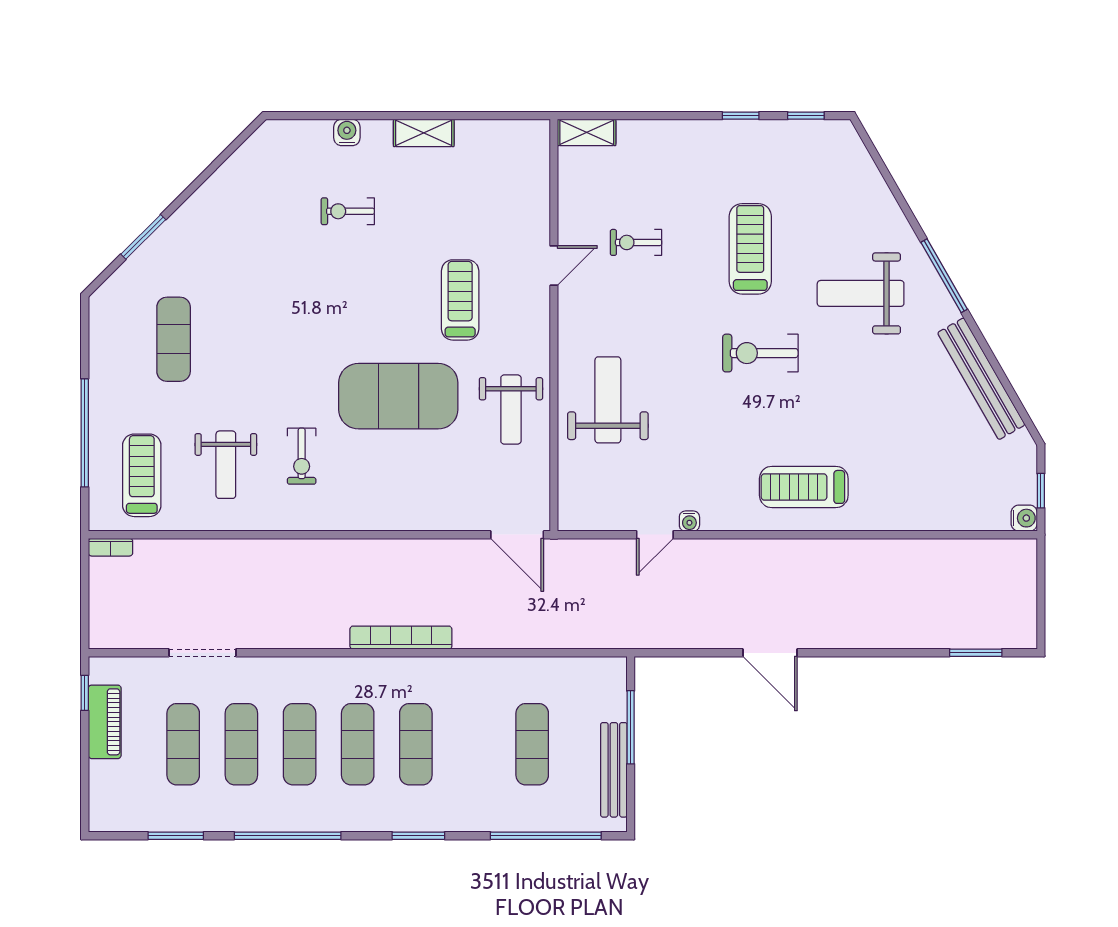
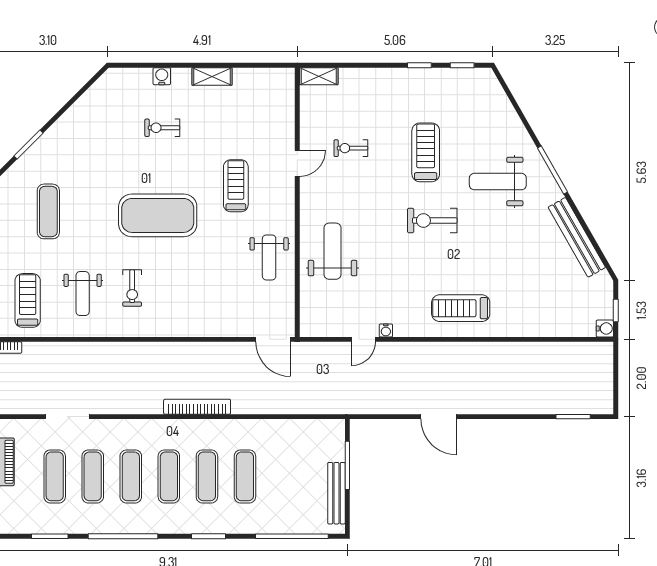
exercise mat: (398, 396) -> (158, 215), moved
exercise mat: (532, 744) -> (245, 476), moved

